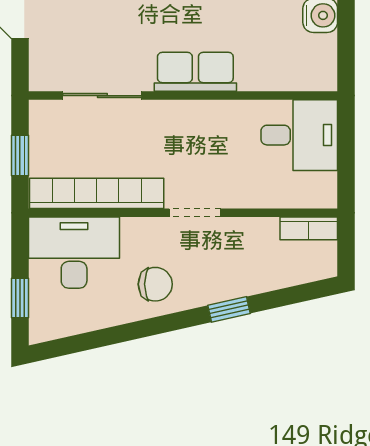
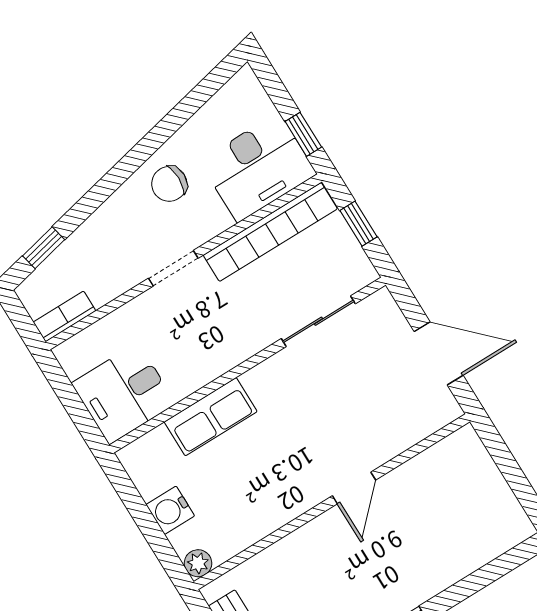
row of seats: (195, 72) -> (211, 417), moved
window: (20, 298) -> (303, 134), moved
window: (229, 309) -> (44, 248), moved

